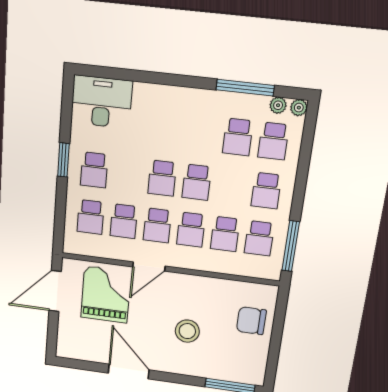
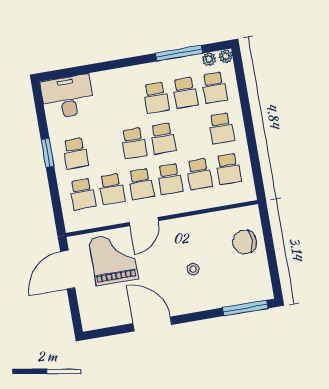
school desk: (202, 133) -> (156, 98), added
window: (291, 246) -> (256, 168), removed
stool: (187, 331) -> (193, 269), width x0.53, depth x0.53

